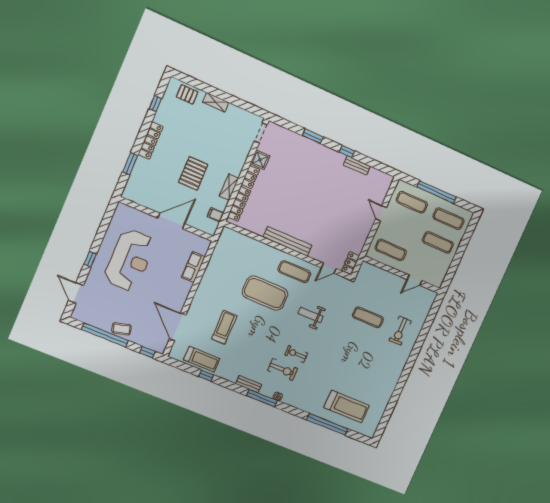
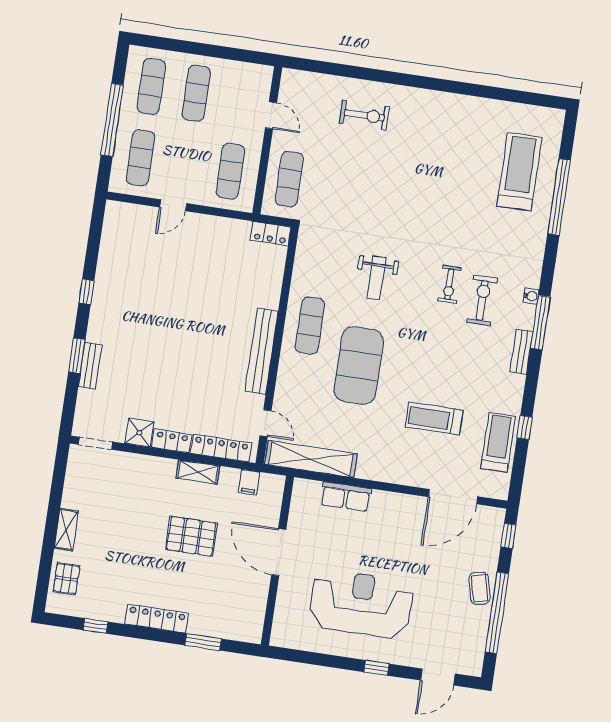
bench: (357, 165) -> (90, 366), moved
shelving: (220, 253) -> (311, 459), added
door: (329, 268) -> (266, 423), moved
exercise mat: (368, 317) -> (289, 179), moved

